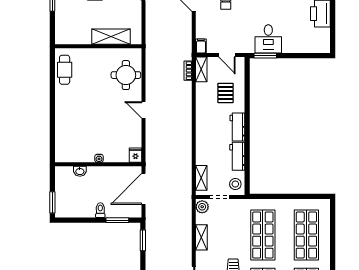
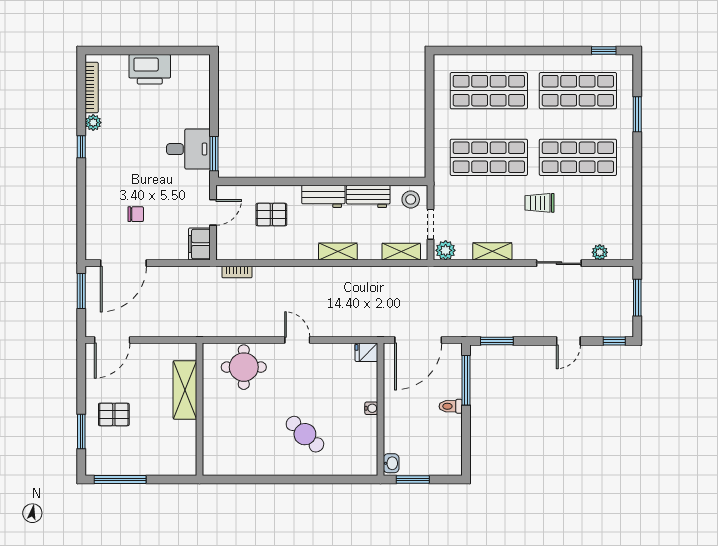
filing cabinet: (201, 46) -> (199, 244), width x2.00
shelving: (201, 69) -> (338, 252), moved
cafe table: (65, 70) -> (305, 434), moved, turned 43
door: (144, 110) -> (297, 340), swing flipped
washbasin: (80, 171) -> (391, 463), moved
door: (144, 189) -> (418, 340), hinge flipped
window: (52, 202) -> (413, 480), moved
window: (117, 220) -> (466, 380), width x1.44

